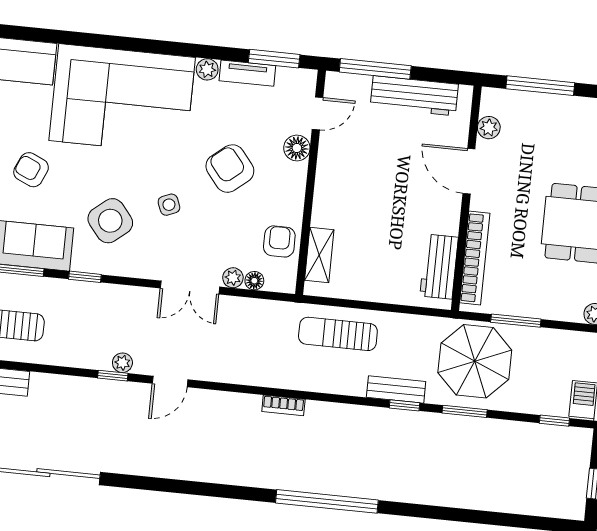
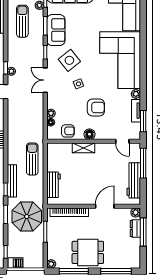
dresser: (530, 103) -> (135, 229), added
plant: (489, 128) -> (136, 212), moved
floor lamp: (297, 148) -> (89, 134), moved
armchair: (230, 169) -> (96, 107), turned 39
armchair: (31, 170) -> (87, 26), removed
shelving: (319, 255) -> (83, 148), moved
workbench: (439, 267) -> (54, 185), moved, turned 90
double door: (190, 288) -> (45, 80), moved
bench: (396, 389) -> (12, 181), width x1.36

